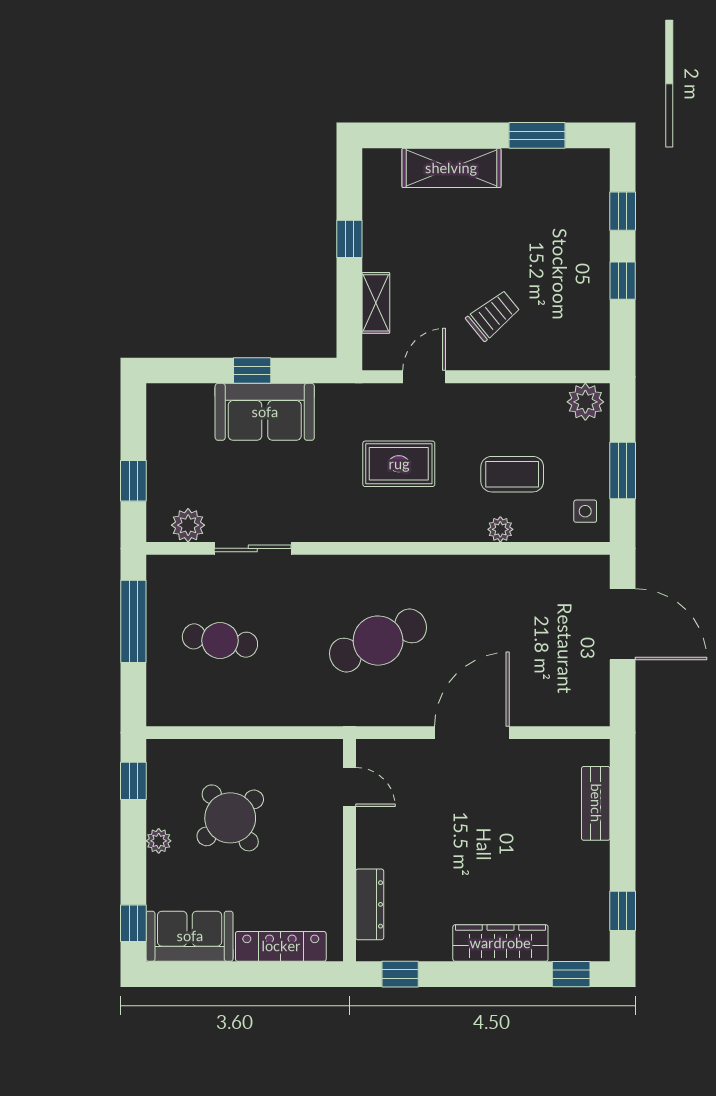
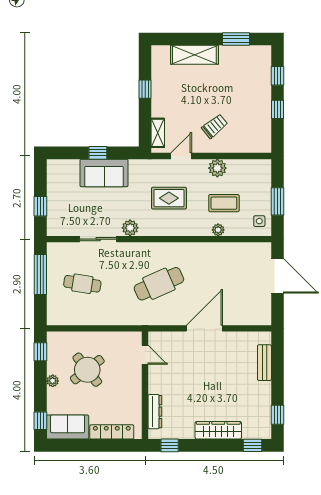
shelving: (376, 303) -> (158, 133), moved
plant: (585, 402) -> (217, 168), moved
plant: (188, 525) -> (130, 228), moved

